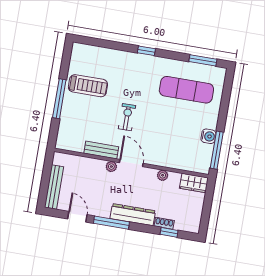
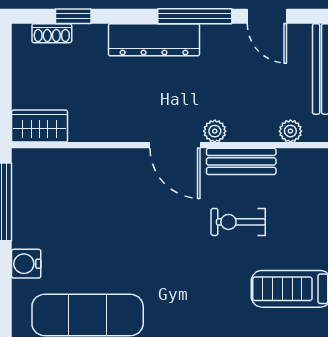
exercise bike: (127, 117) -> (238, 222), moved, turned 90
water cooler: (208, 136) -> (26, 264), moved
plant: (163, 175) -> (290, 131), moved
shoe rack: (164, 223) -> (52, 33), moved

